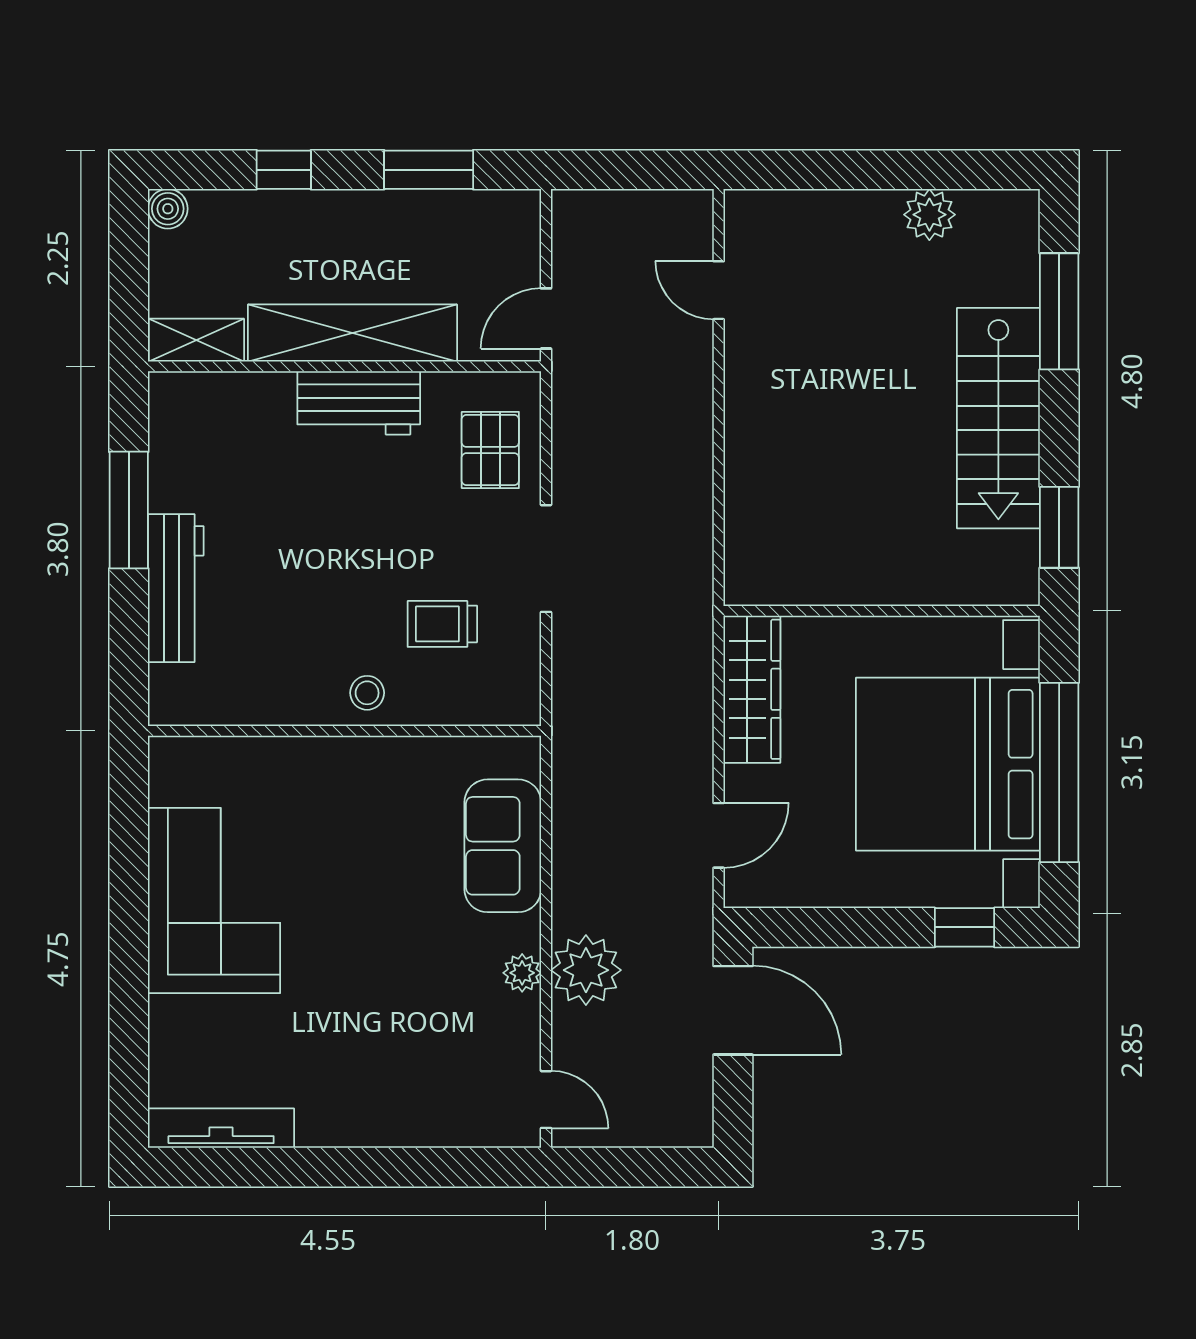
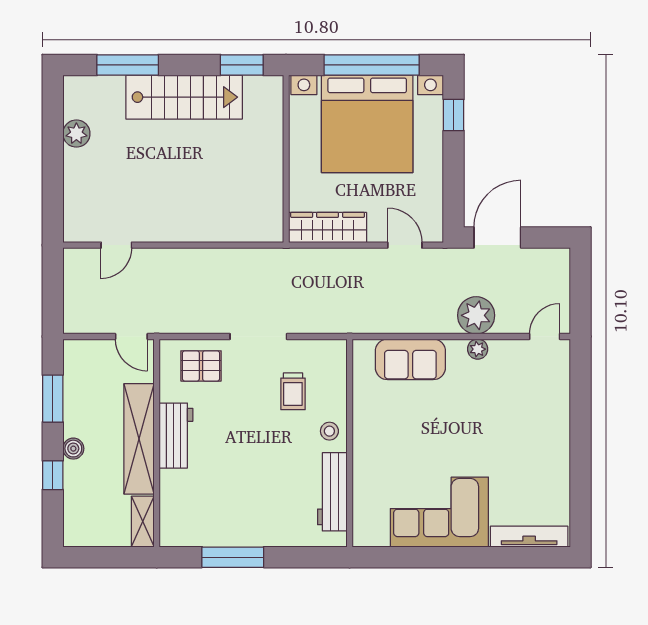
boiler: (168, 209) -> (73, 449), moved
workbench: (176, 588) -> (332, 492), moved, turned -90
tv unit: (221, 1128) -> (529, 537), moved, turned 90

